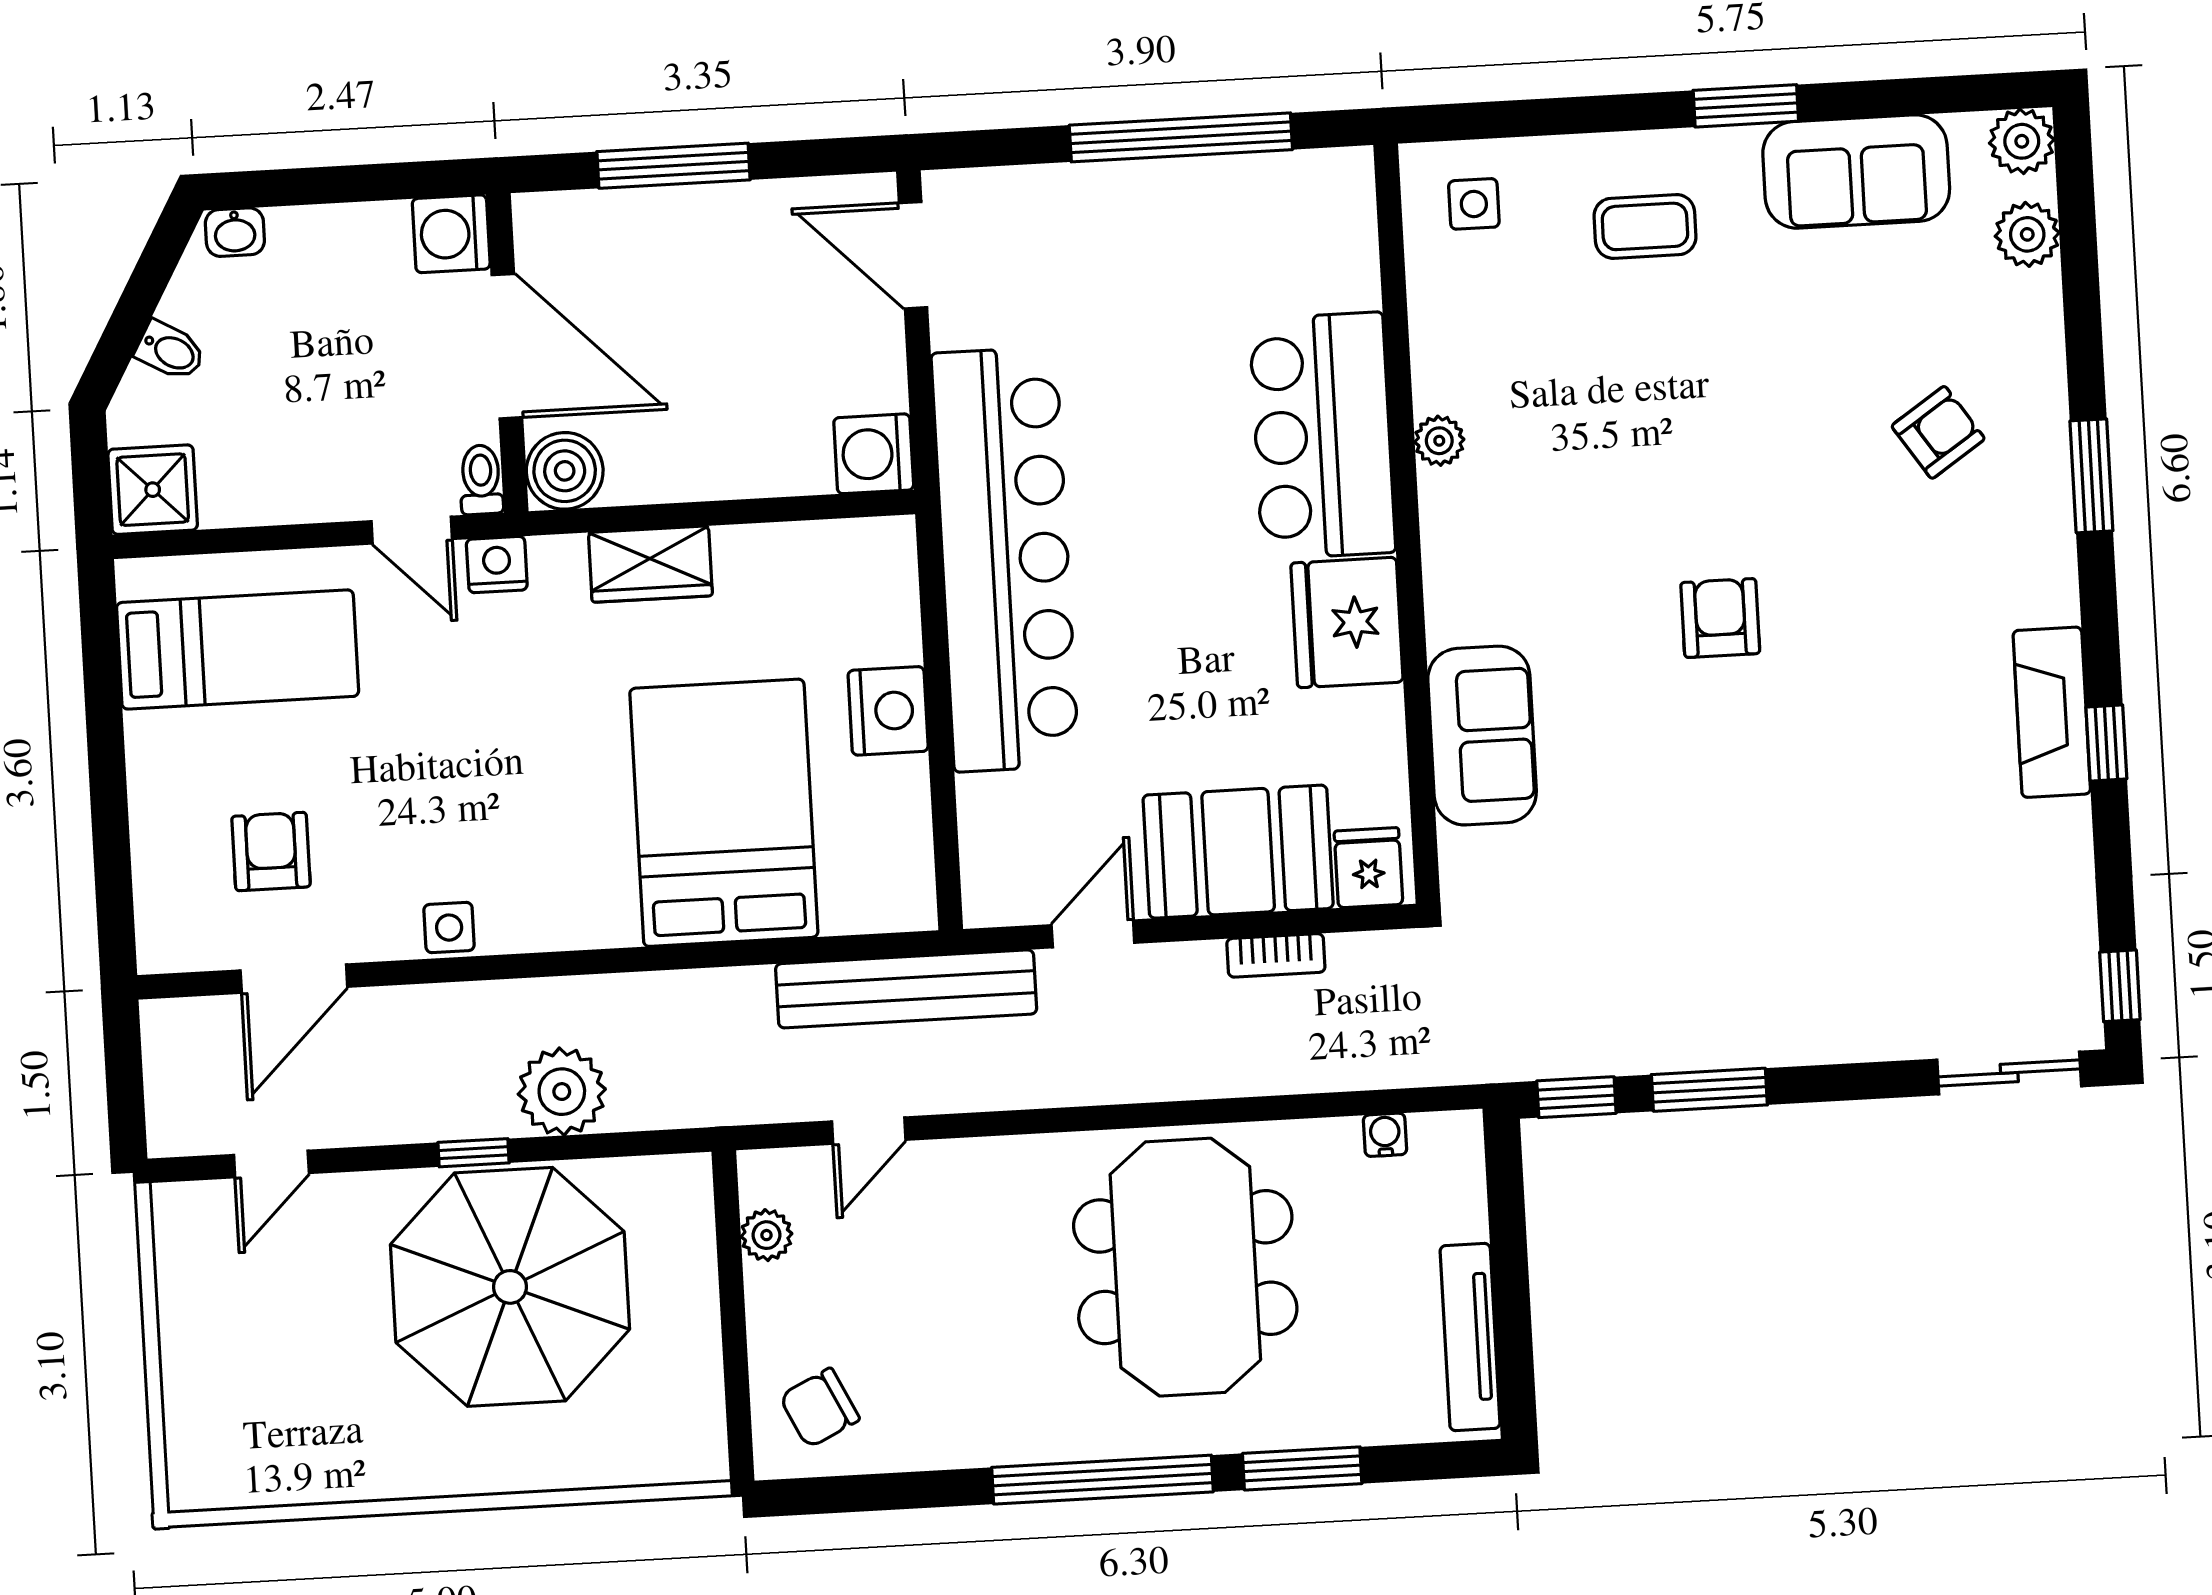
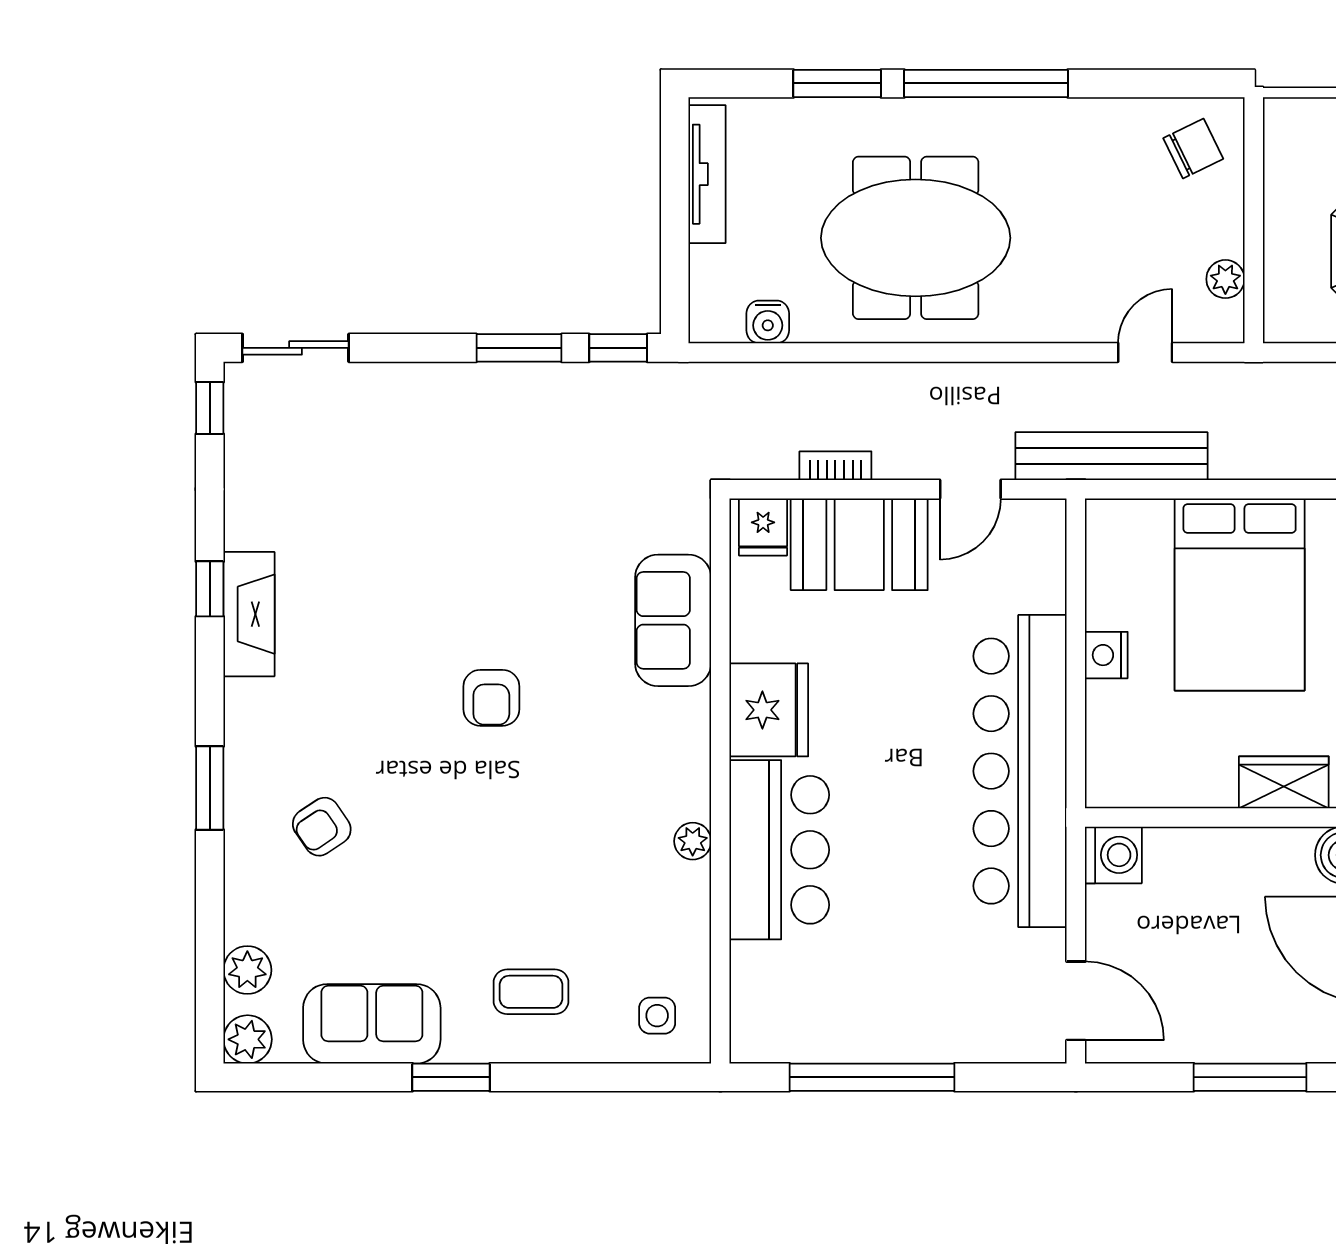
nightstand: (888, 711) -> (1106, 655), width x0.74, depth x0.75
water cooler: (1385, 1135) -> (768, 322), width x1.38, depth x1.38
meeting table: (1185, 1267) -> (916, 238), turned 90

